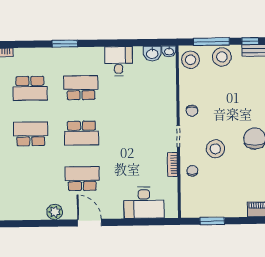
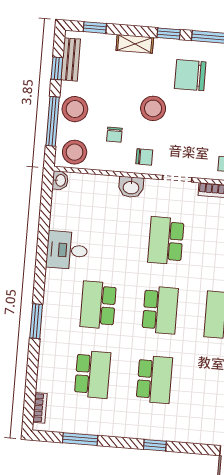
washbasin: (152, 53) -> (131, 187), moved, turned 90
chair: (206, 88) -> (114, 135), added
school desk: (132, 132) -> (166, 241), added
school desk: (31, 134) -> (154, 379), turned 180
stool: (215, 149) -> (153, 108), moved

